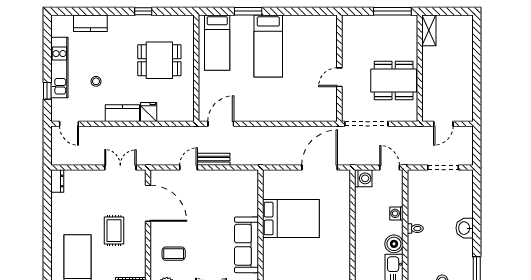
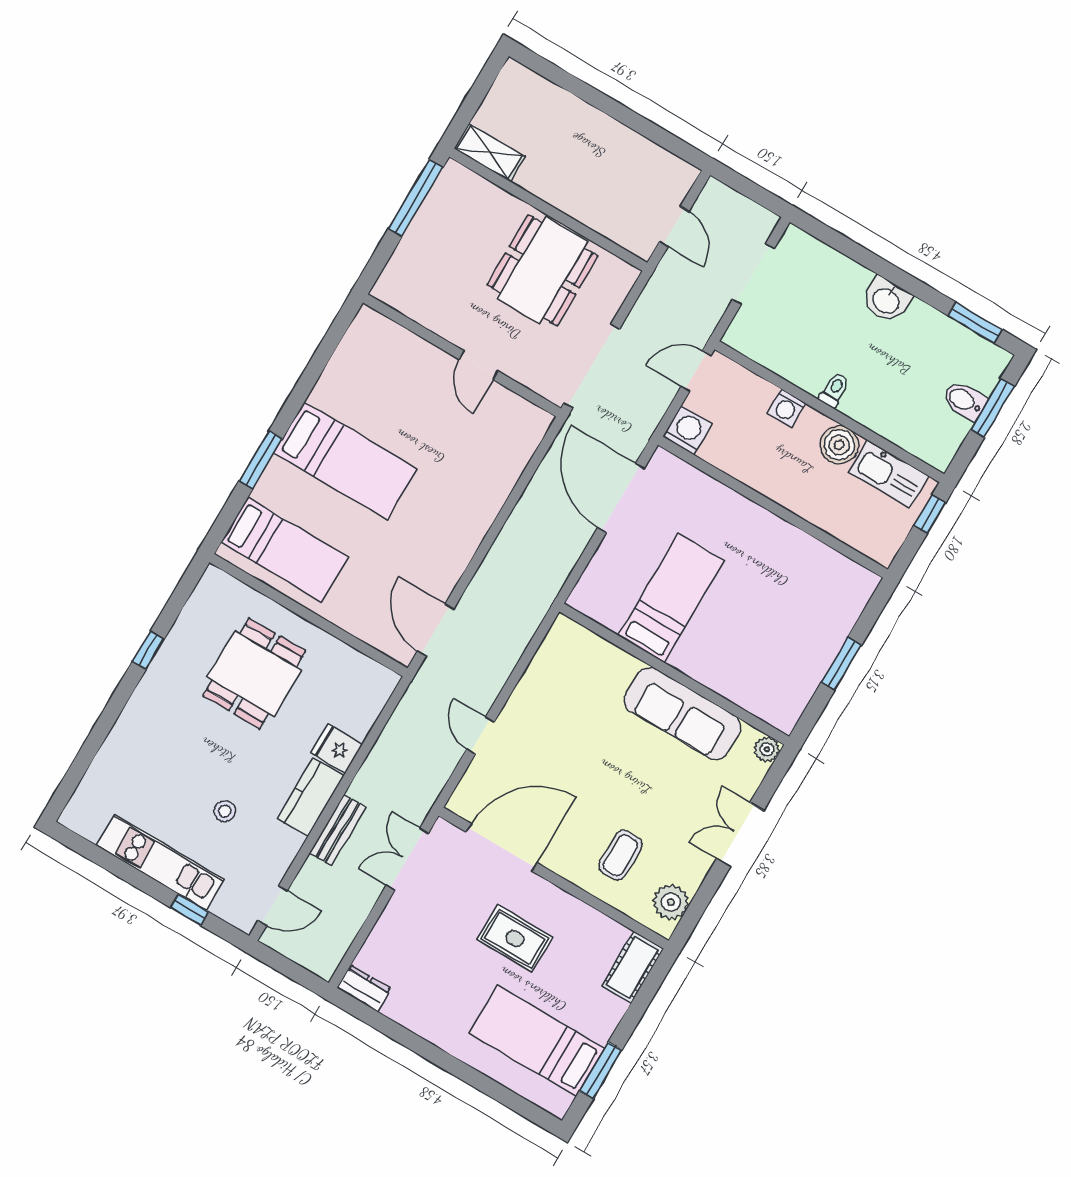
kitchen counter: (90, 23) -> (113, 759), removed
bench: (214, 159) -> (338, 830), moved
bed: (291, 219) -> (671, 598), width x0.67

